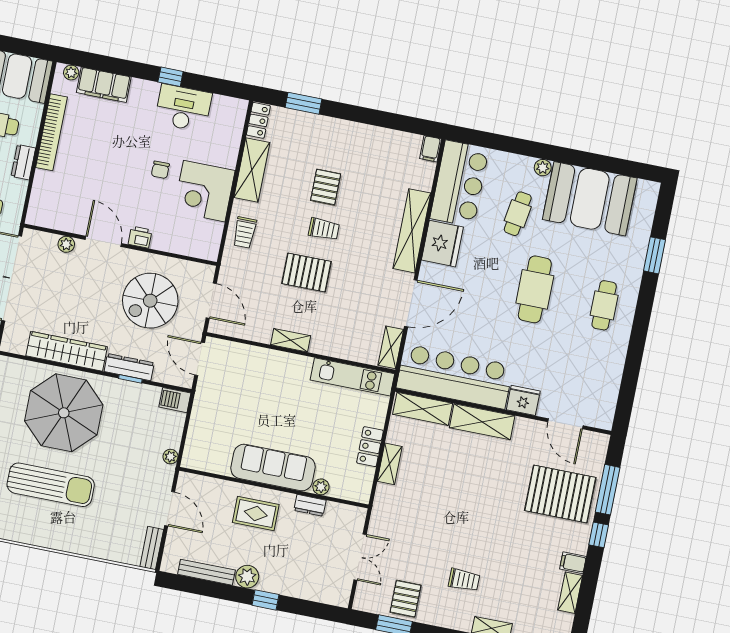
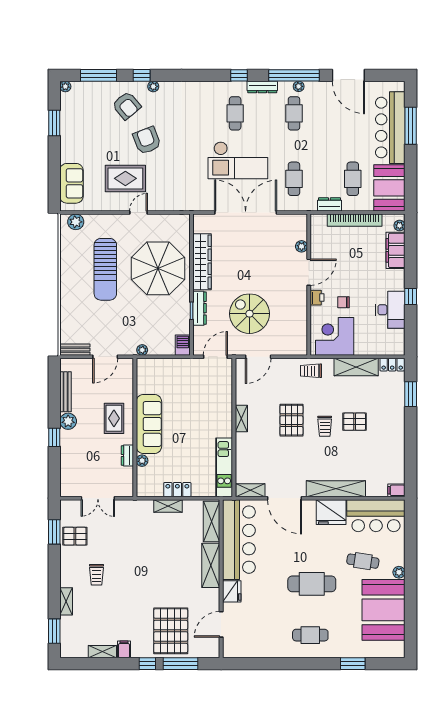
printer: (140, 237) -> (317, 298), moved
door: (103, 241) -> (309, 272), moved
plant: (66, 244) -> (302, 246), moved
wall: (120, 245) -> (309, 285), moved

